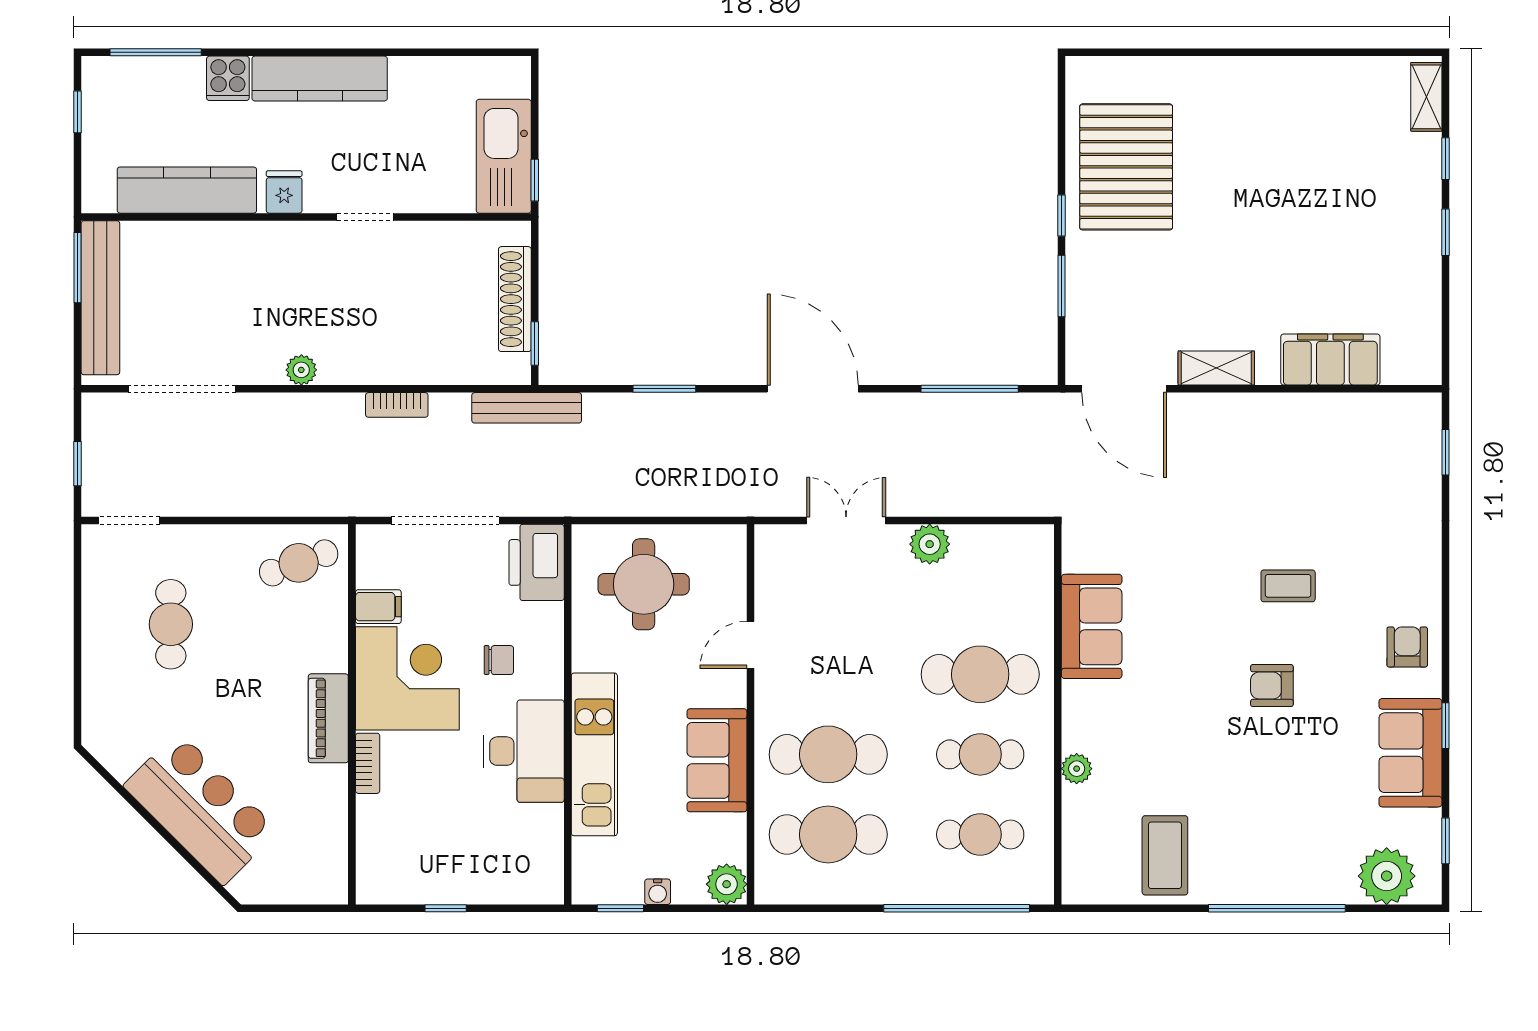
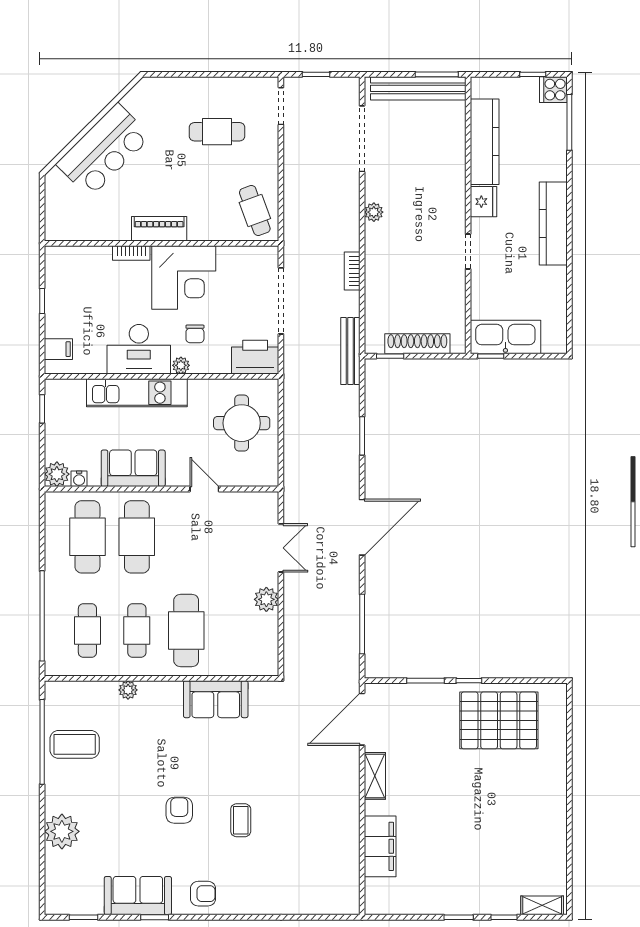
cooker: (228, 78) -> (553, 90), moved
fridge: (284, 192) -> (483, 202), width x1.38
window: (1445, 452) -> (323, 917), removed
filing cabinet: (378, 607) -> (58, 349), moved, turned -90
plant: (550, 683) -> (181, 365), added
plant: (1387, 876) -> (62, 831), moved
water cooler: (658, 892) -> (79, 479), moved, turned -90
window: (1277, 908) -> (42, 742), moved

